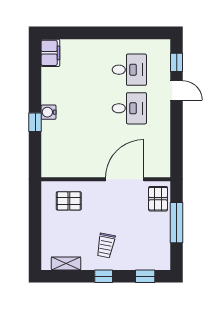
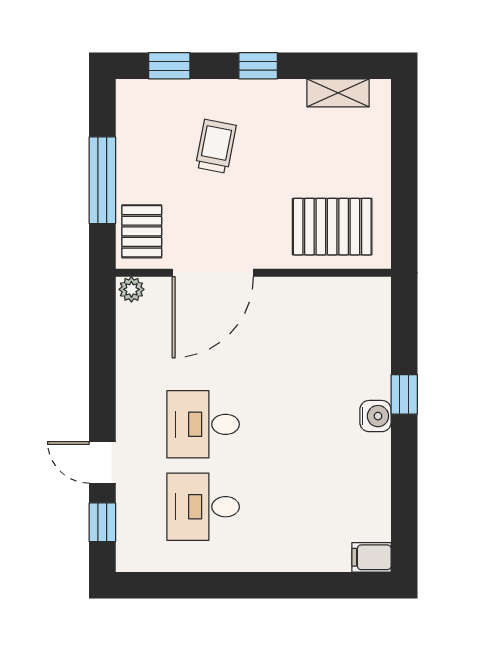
filing cabinet: (50, 53) -> (371, 557), width x0.50
plant: (163, 171) -> (131, 289), added
pallet: (69, 201) -> (332, 227), width x1.50, depth x1.42
trolley: (106, 246) -> (216, 146), moved

